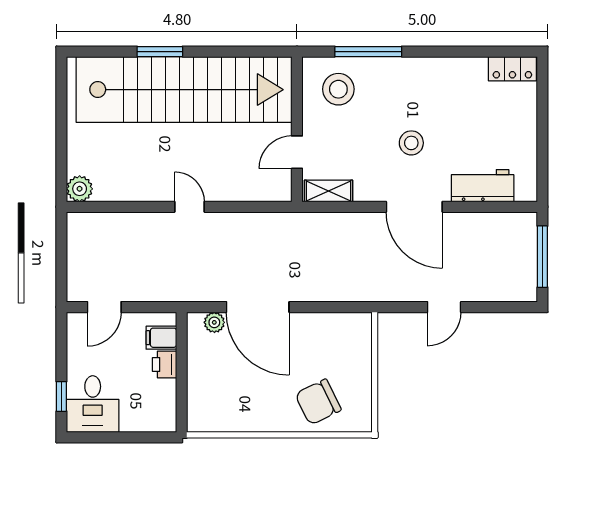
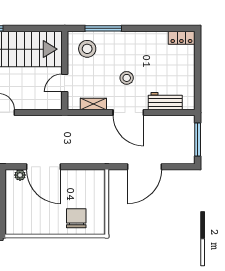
shelving: (329, 191) -> (93, 104), moved
door: (444, 307) -> (144, 167), width x1.88
chair: (318, 402) -> (76, 218), turned 116

